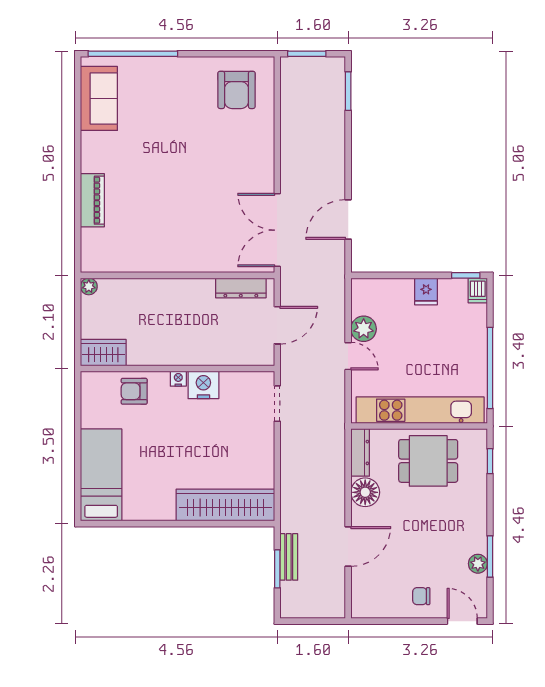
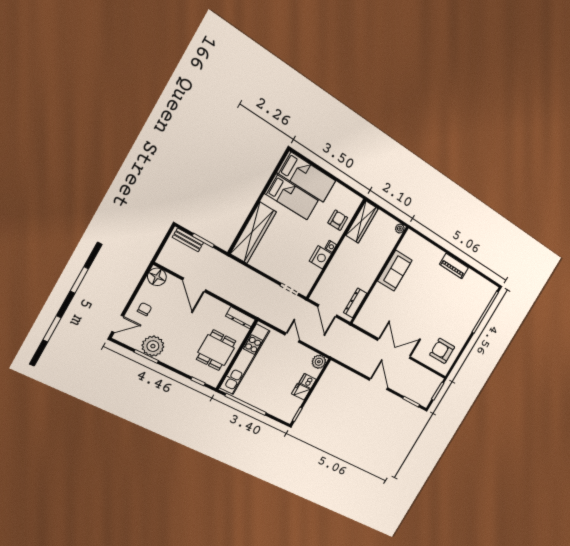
sofa: (99, 98) -> (395, 271), moved, turned -90
piano: (92, 200) -> (454, 266), moved
door: (348, 219) -> (378, 384), moved
double door: (277, 230) -> (394, 349), moved
dishwasher: (478, 290) -> (308, 381), moved
plant: (364, 329) -> (319, 362), moved
wardrobe: (103, 353) -> (362, 222), width x1.50
door: (348, 356) -> (292, 338), swing flipped
bed: (142, 479) -> (292, 197), added
floor lamp: (365, 492) -> (157, 277), moved
bench: (289, 557) -> (188, 240), moved
plant: (478, 564) -> (153, 346), width x1.88, depth x1.88

